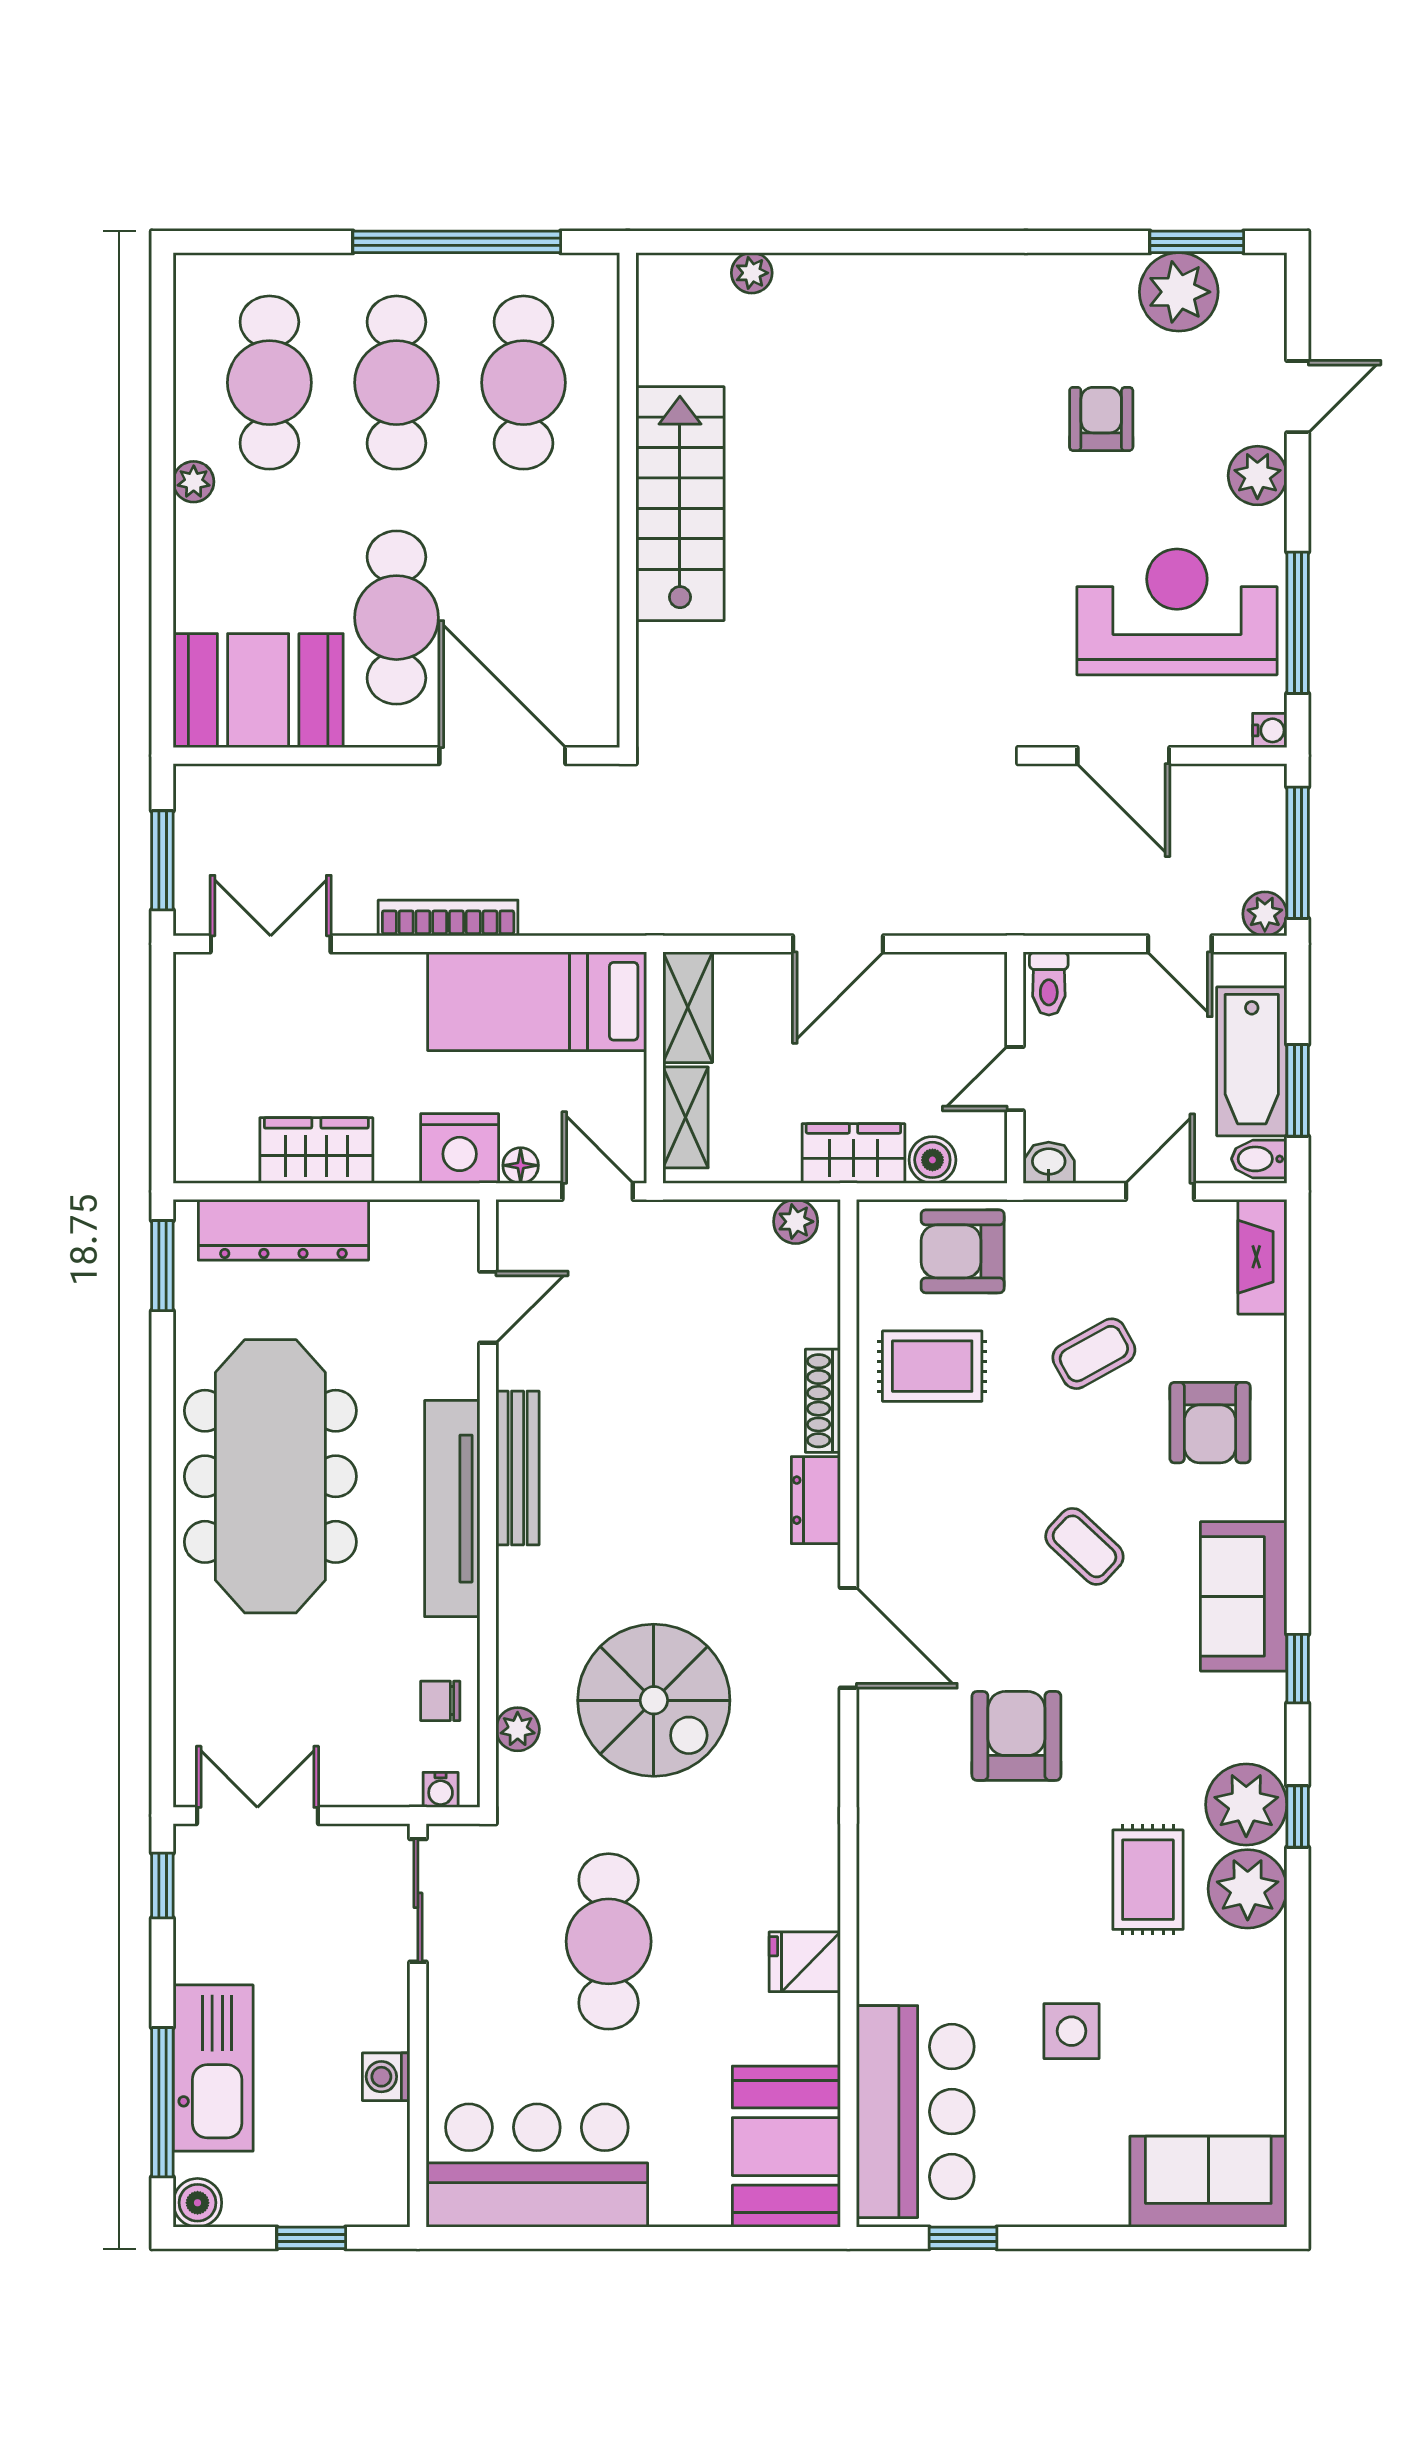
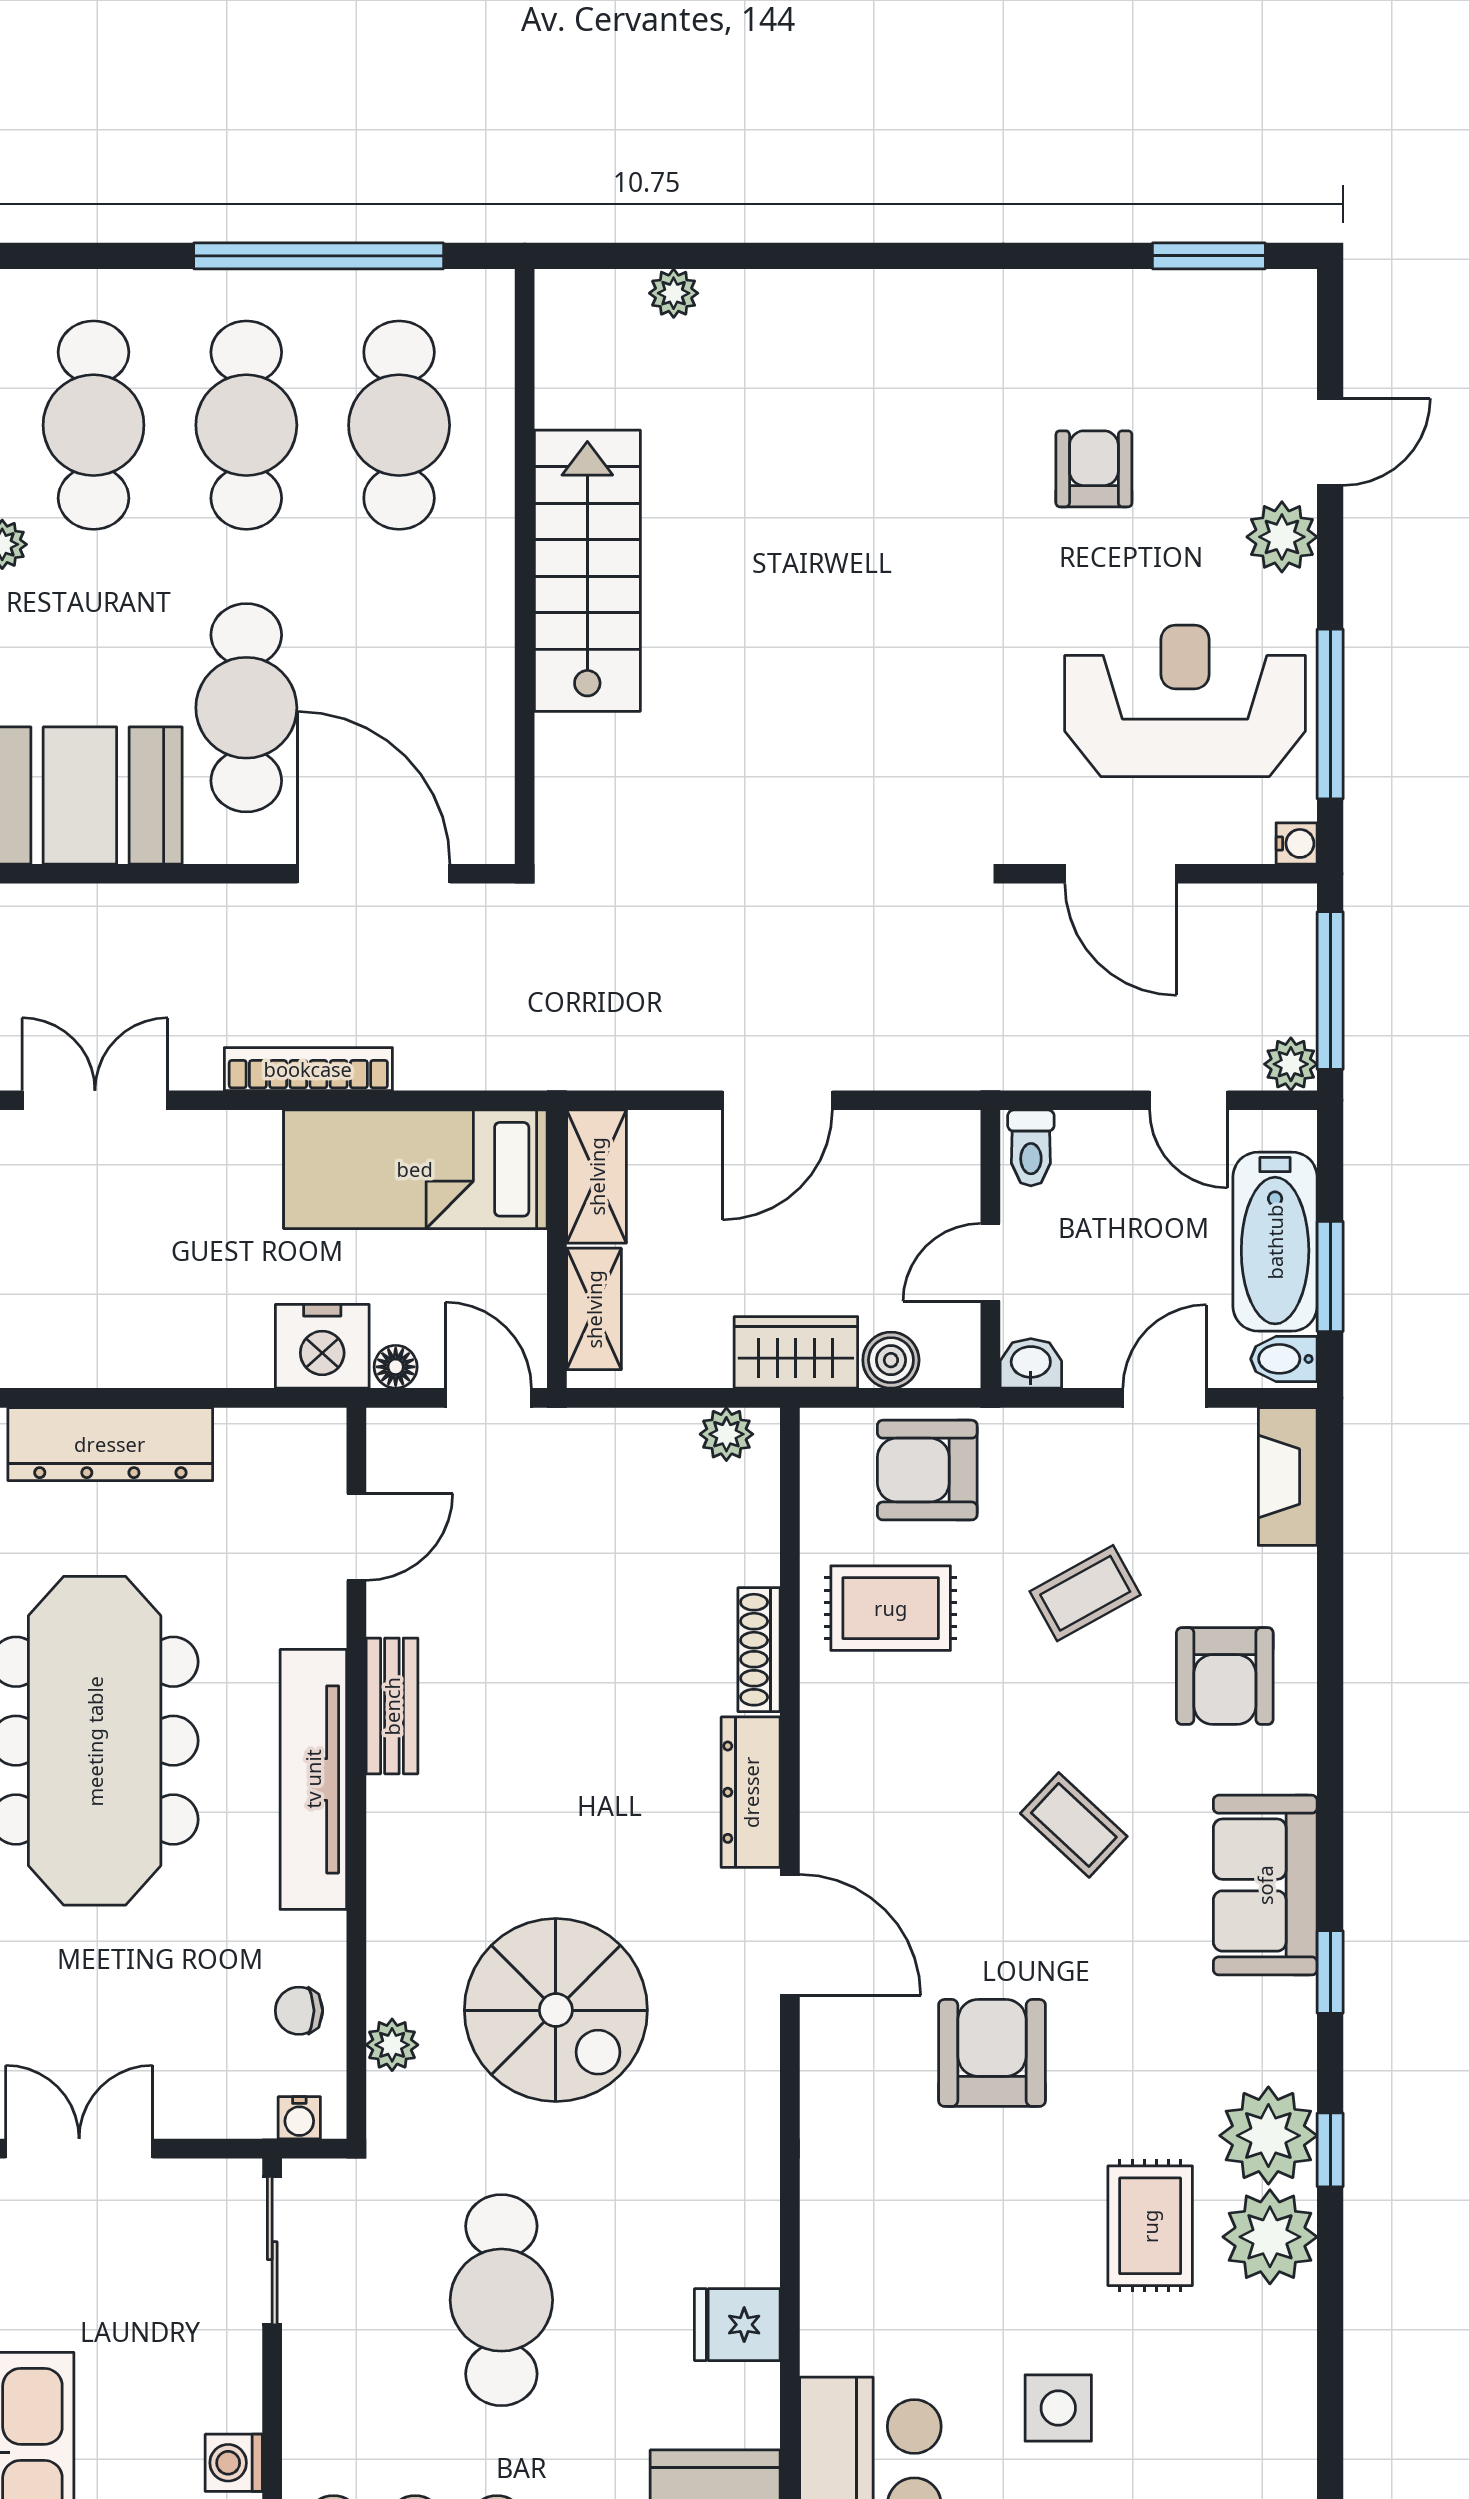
plant: (1179, 292) -> (1187, 316), removed
wardrobe: (316, 1151) -> (150, 1349), removed
bench: (518, 1468) -> (392, 1706), width x0.73
dresser: (816, 1500) -> (751, 1792), width x1.44

